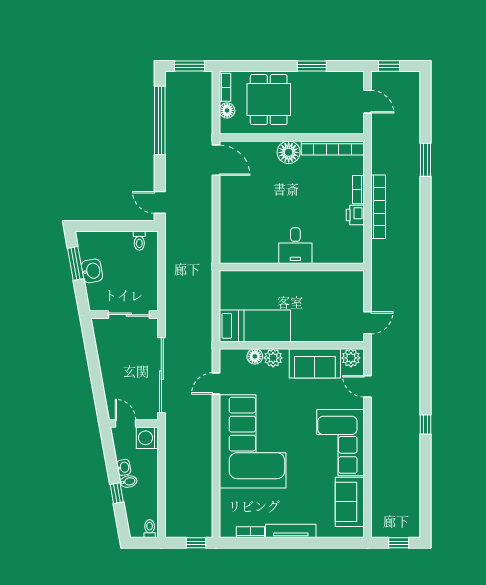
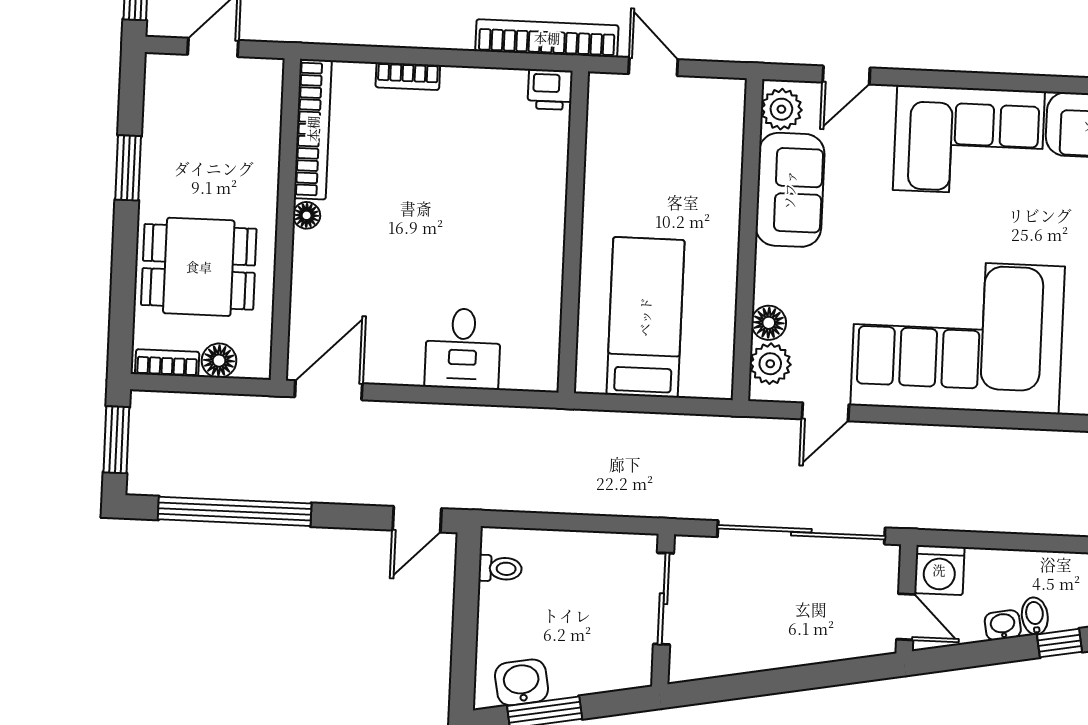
floor lamp: (289, 152) -> (307, 215), width x0.53, depth x0.53
bookcase: (378, 207) -> (547, 38), moved
printer: (355, 215) -> (550, 89), moved
desk: (295, 246) -> (463, 349), moved, turned 90
washbasin: (92, 271) -> (522, 682), moved
door: (367, 323) -> (653, 67), moved
bed: (255, 326) -> (645, 317), moved
plant: (273, 358) -> (770, 364), moved
door: (216, 384) -> (825, 412), hinge flipped
door: (126, 424) -> (906, 617), swing flipped

